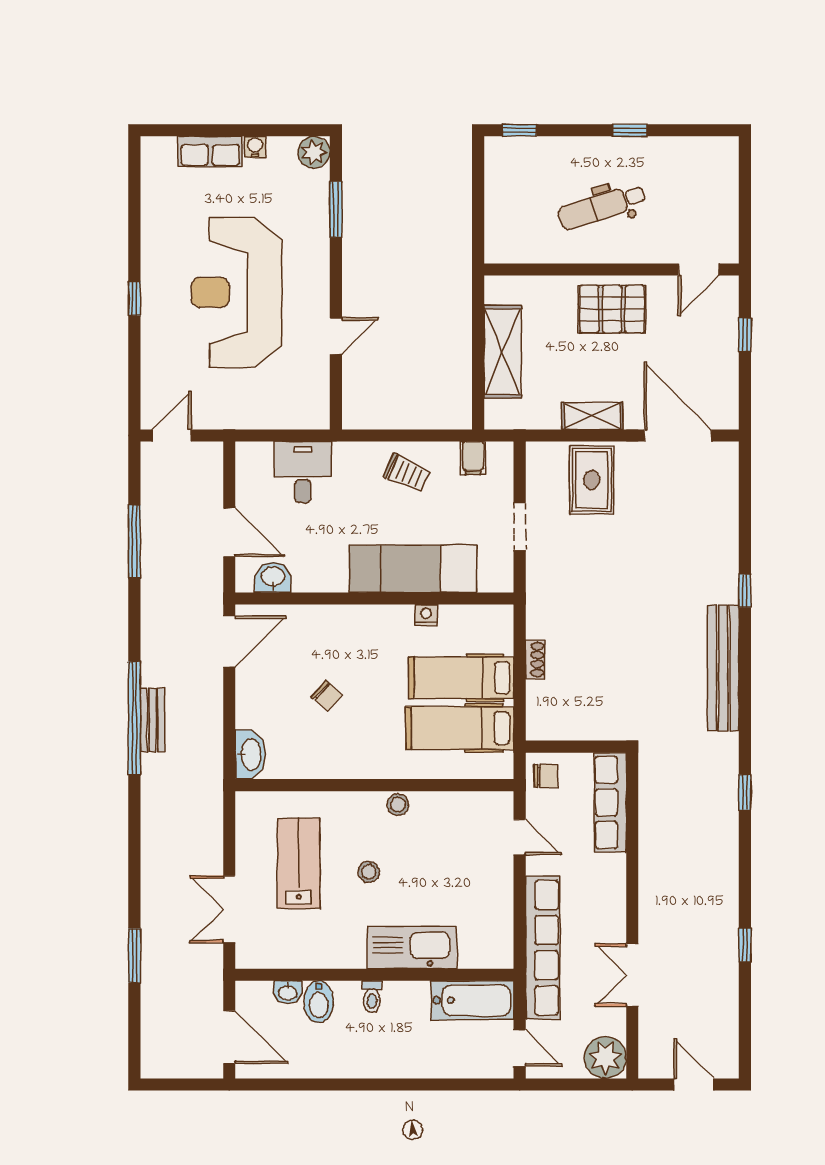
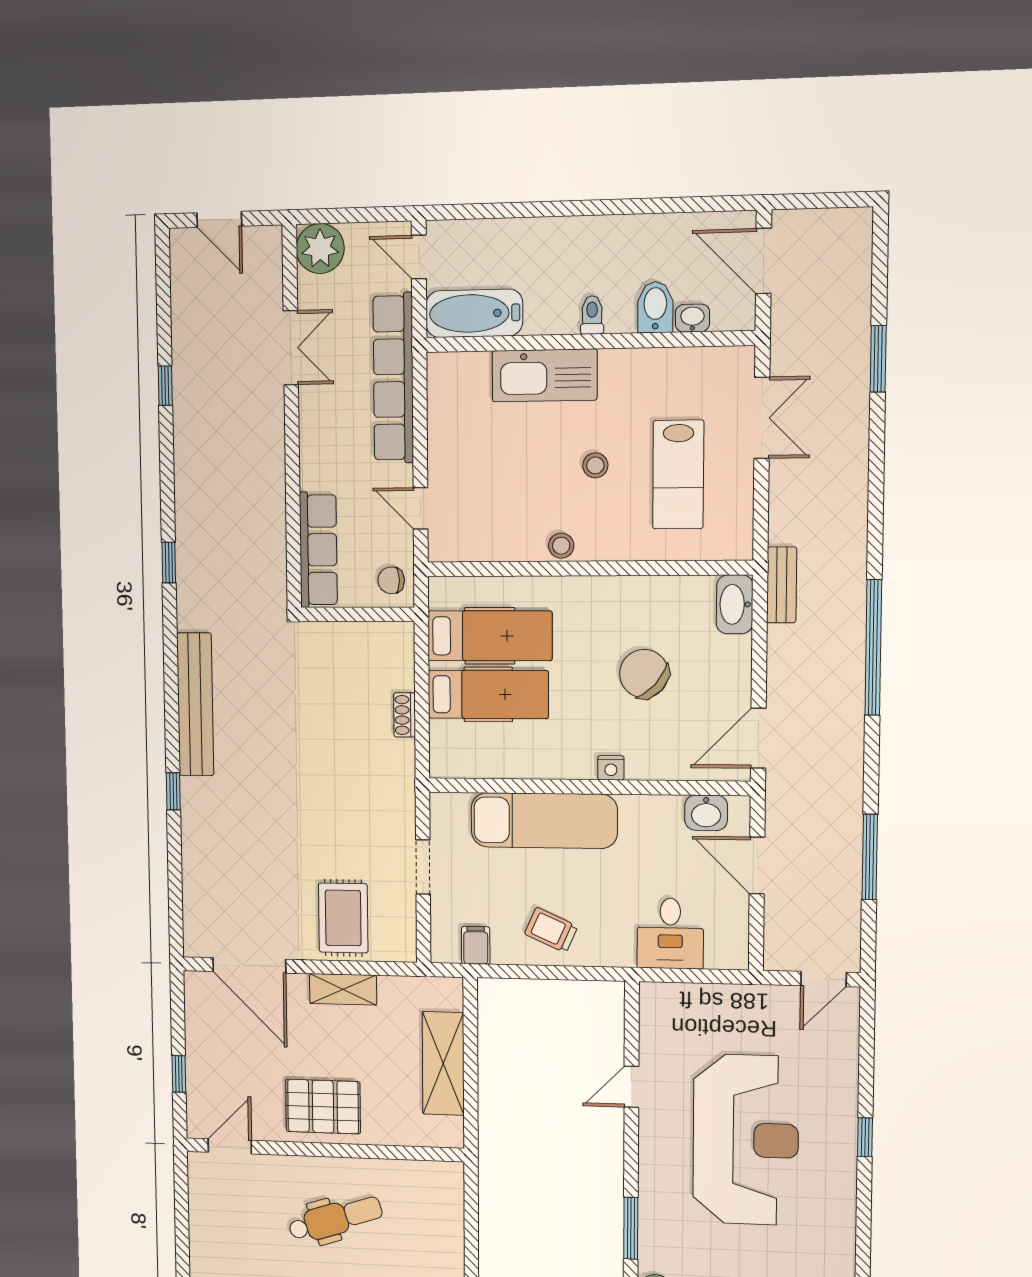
nightstand: (426, 615) -> (611, 768), moved
chair: (327, 696) -> (644, 674), width x1.87, depth x1.87
bench: (152, 720) -> (782, 585), moved

